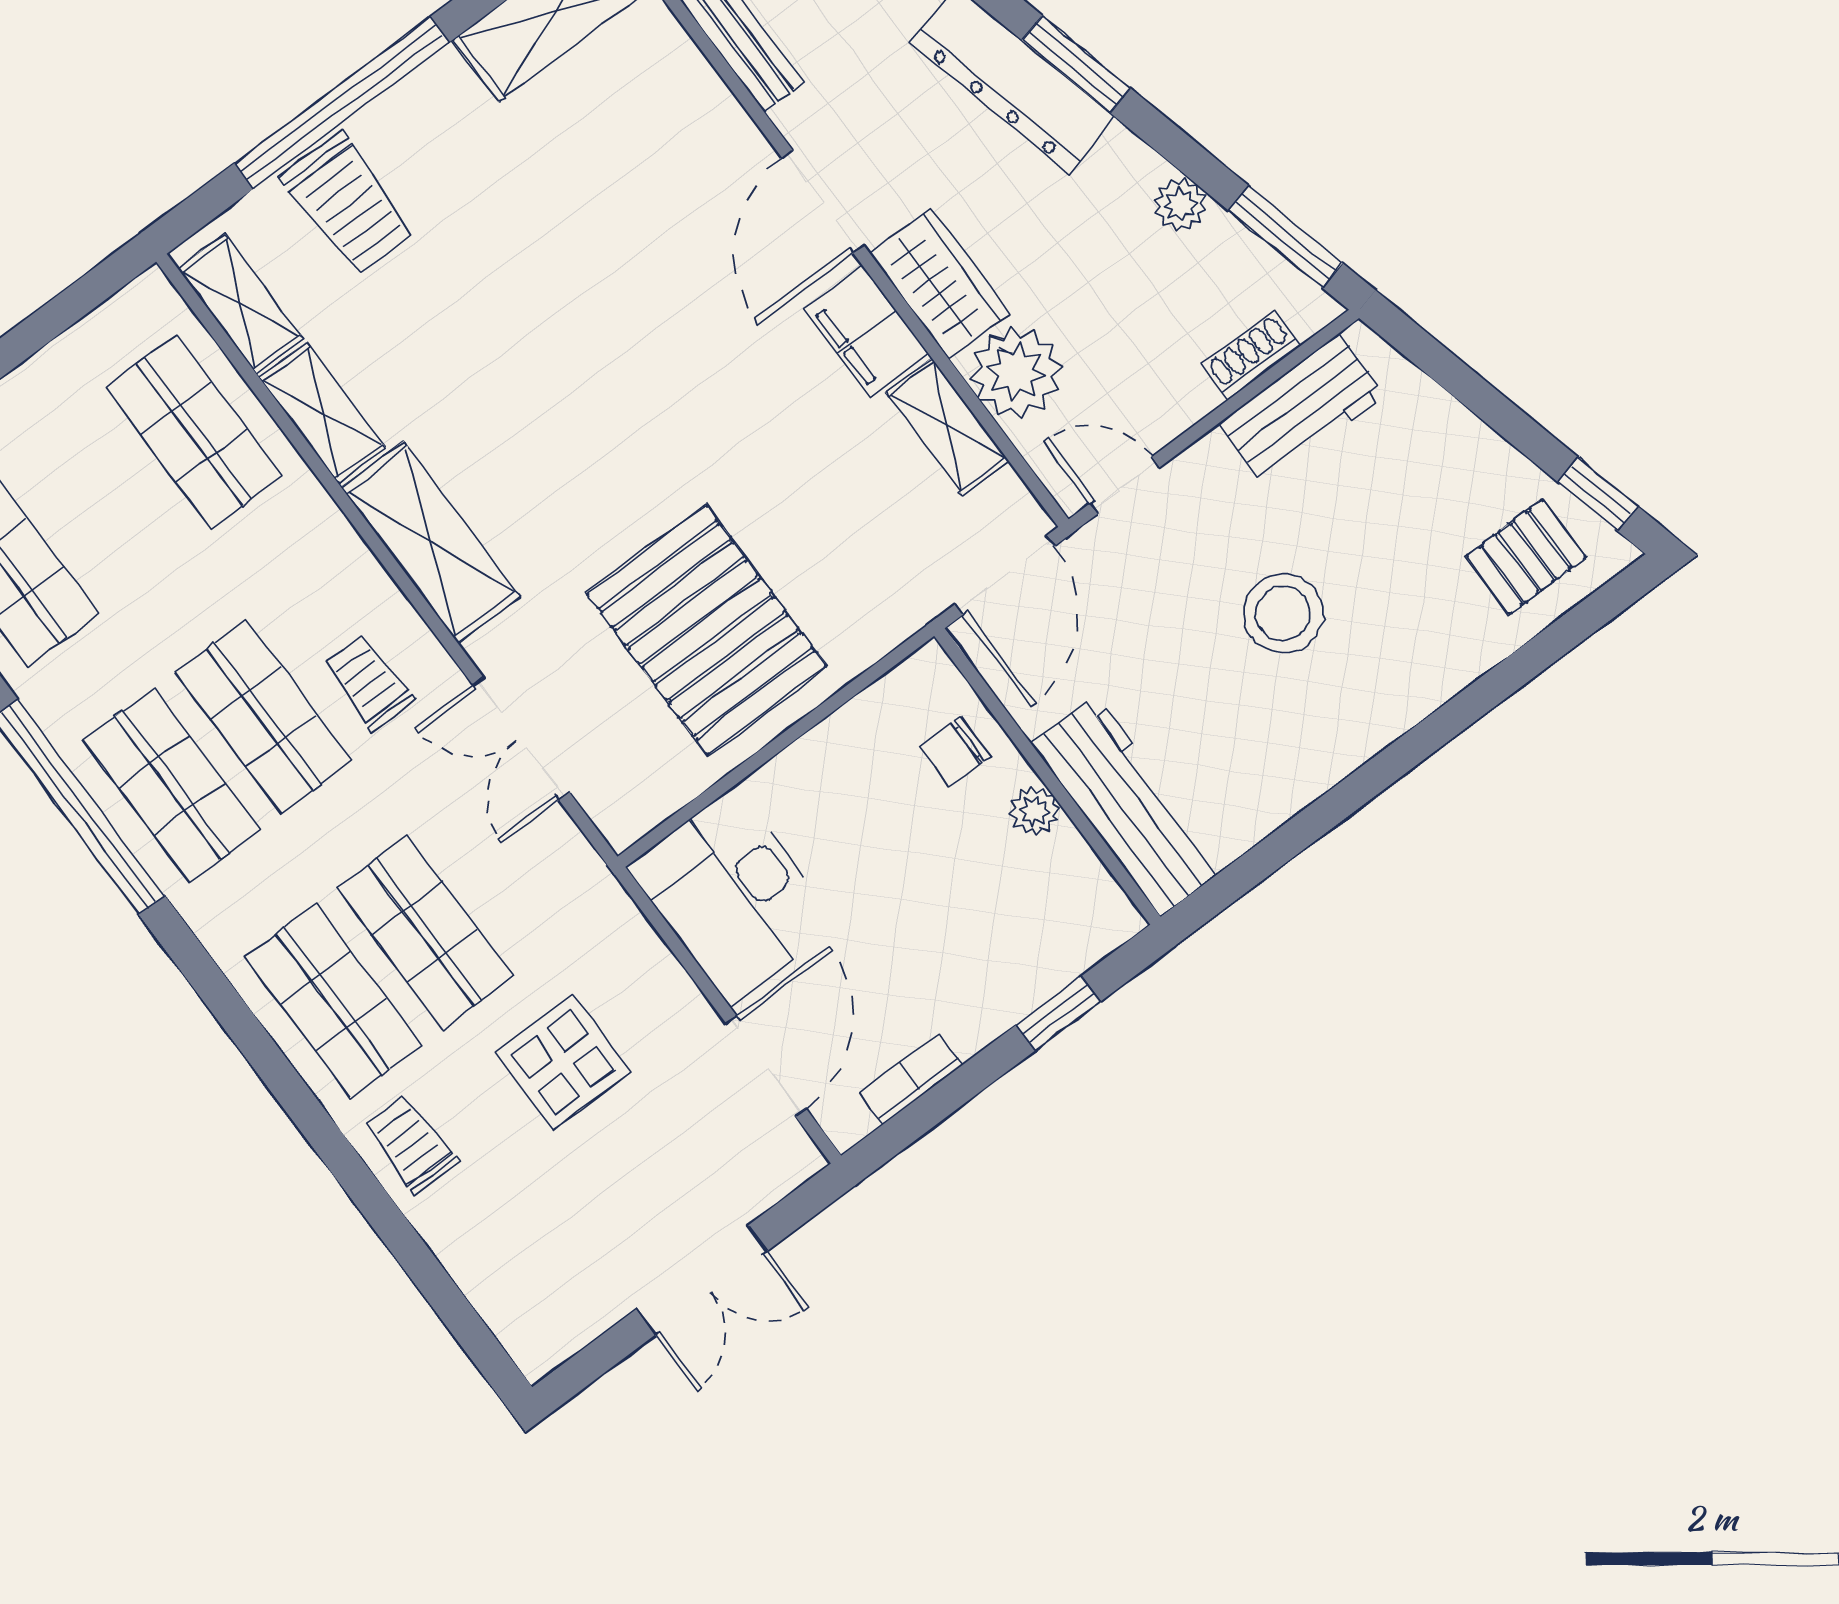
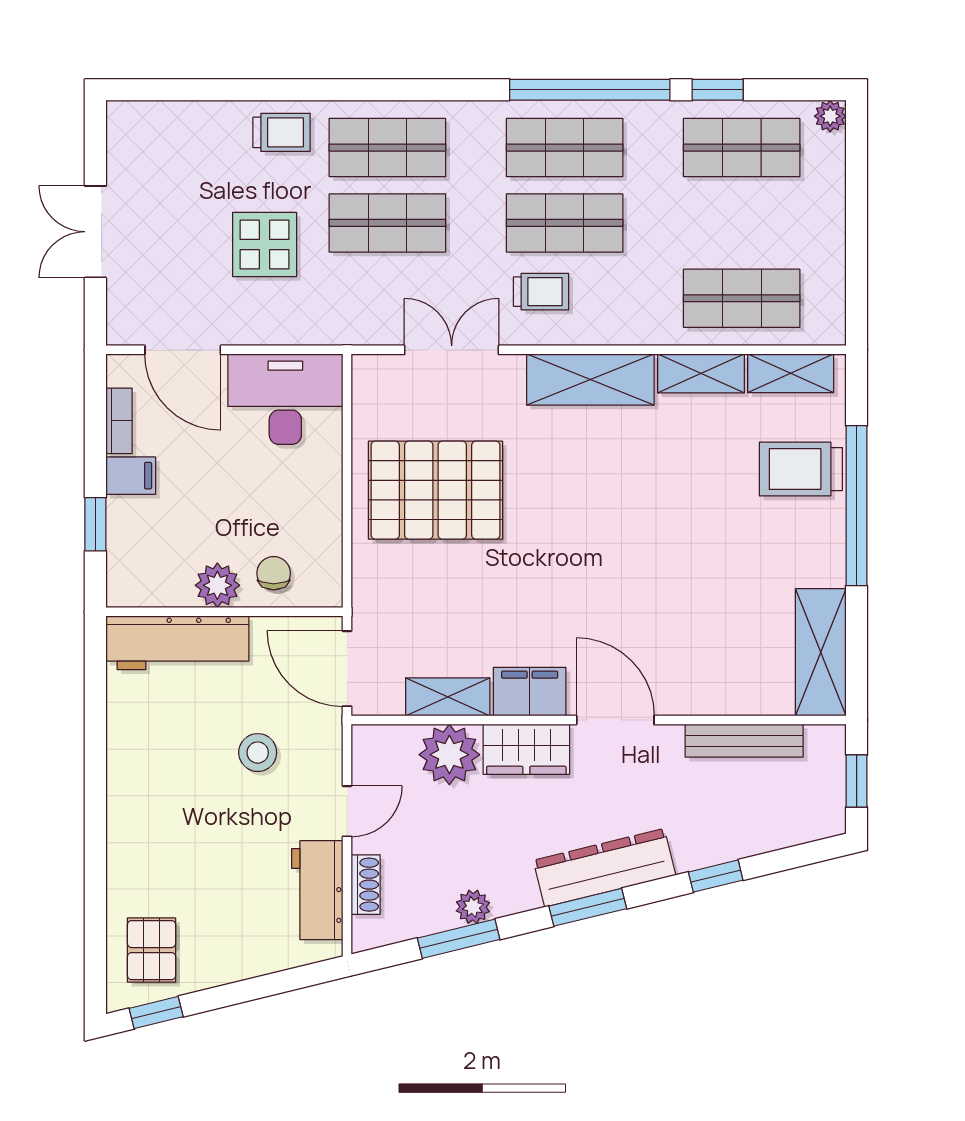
window: (1285, 237) -> (459, 939), moved
door: (1125, 485) -> (347, 811), moved
stool: (1283, 614) -> (258, 753), moved, width x0.73, depth x0.73
plant: (1034, 811) -> (217, 585), width x1.38, depth x1.38
filing cabinet: (967, 1015) -> (131, 476), added

